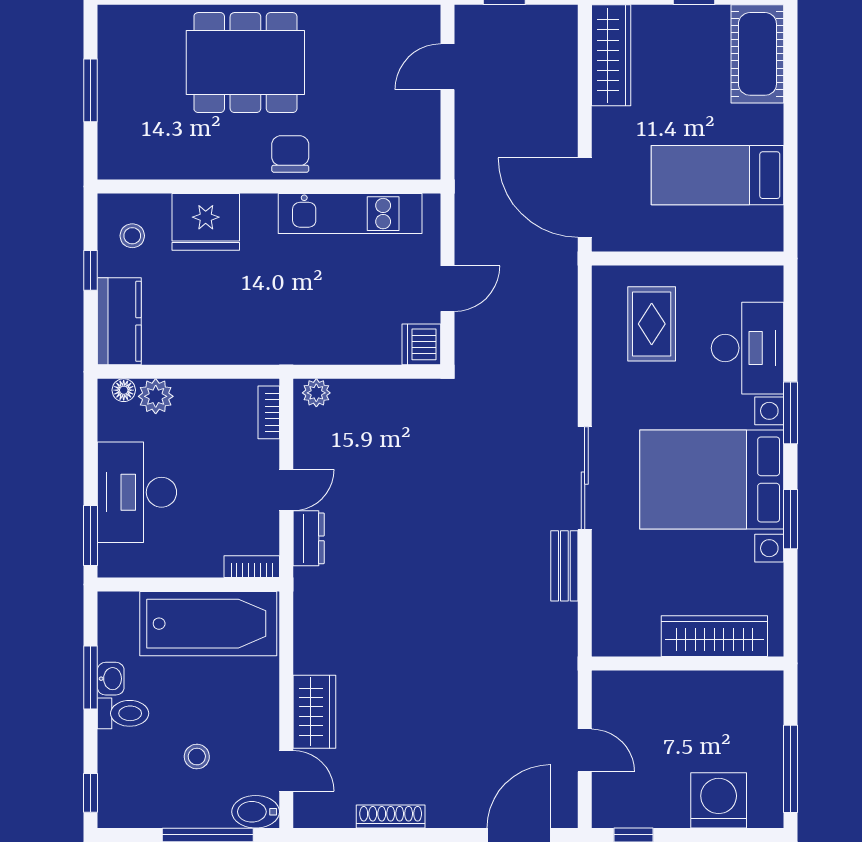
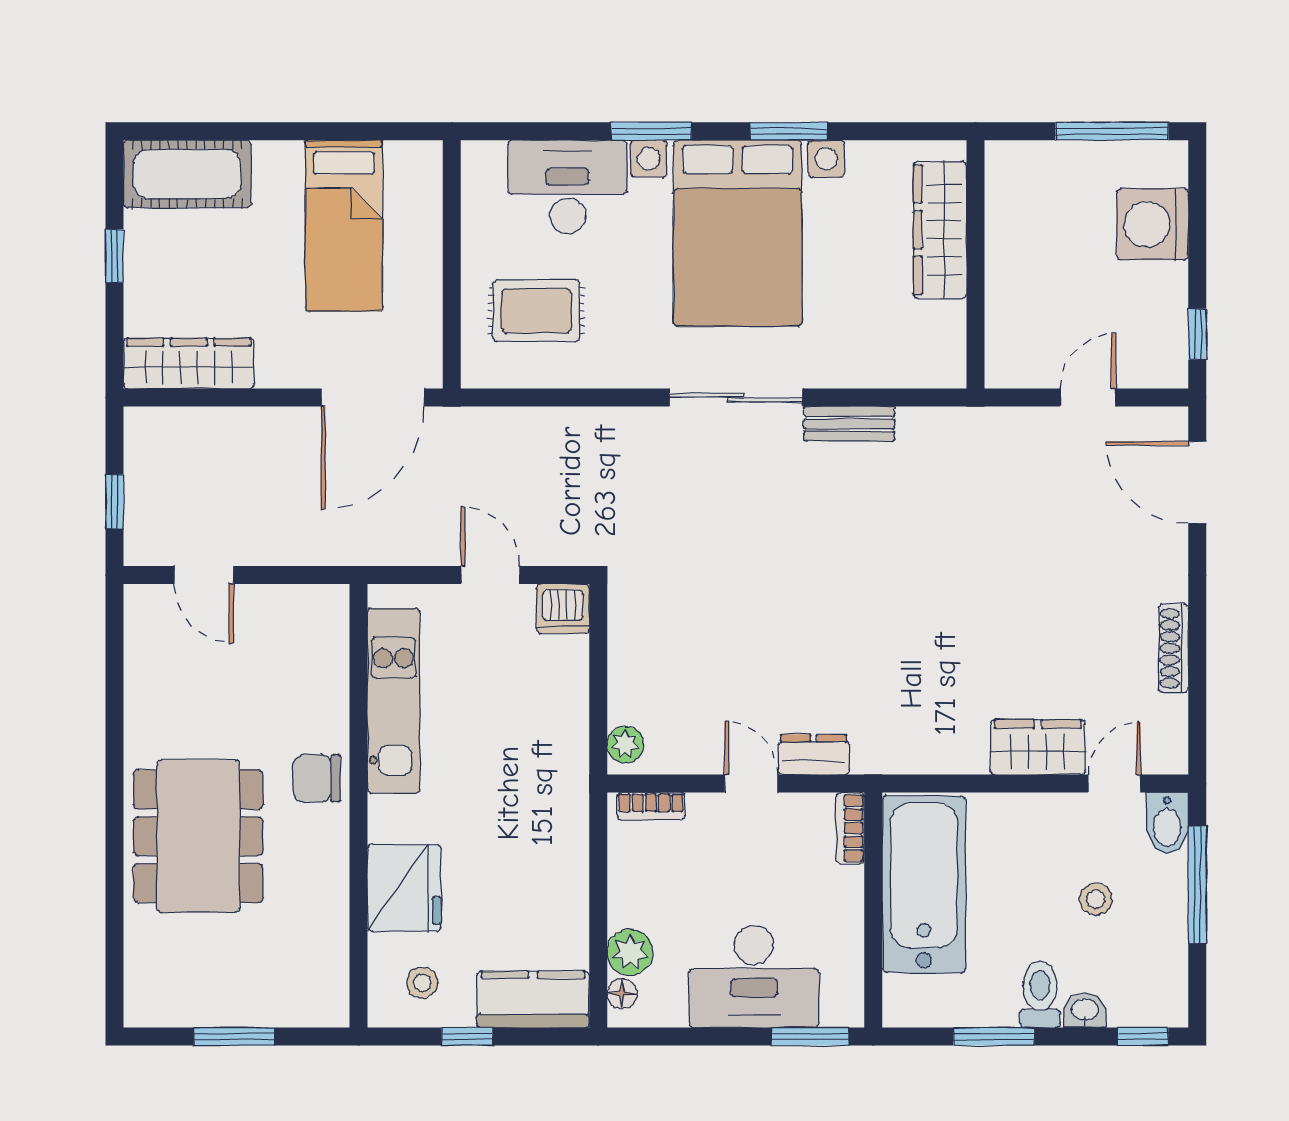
washbasin: (111, 679) -> (1085, 1010), moved

